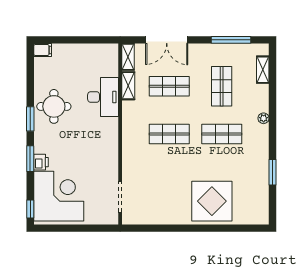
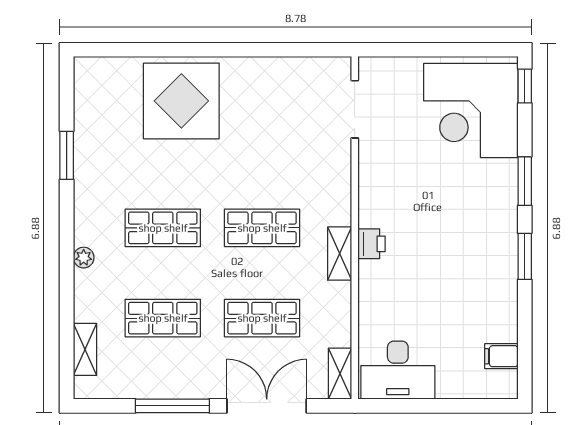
window: (231, 40) -> (172, 406), moved
filing cabinet: (43, 50) -> (501, 356), moved
shelving: (128, 86) -> (340, 254), moved
shop shelf: (222, 86) -> (163, 318), turned 90
desk: (103, 97) -> (398, 370), moved, turned -90
round table: (54, 106) -> (480, 280), removed
printer: (41, 162) -> (372, 244), moved, turned 180

